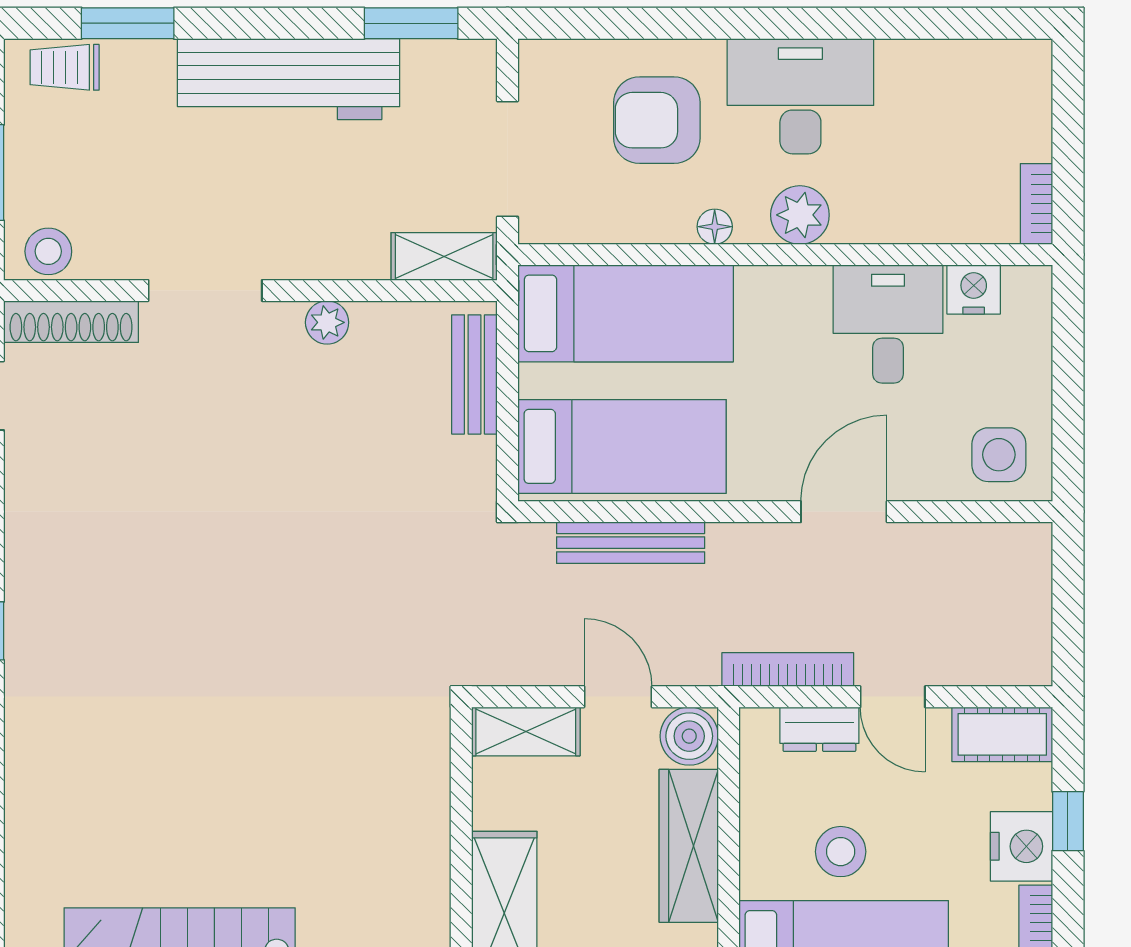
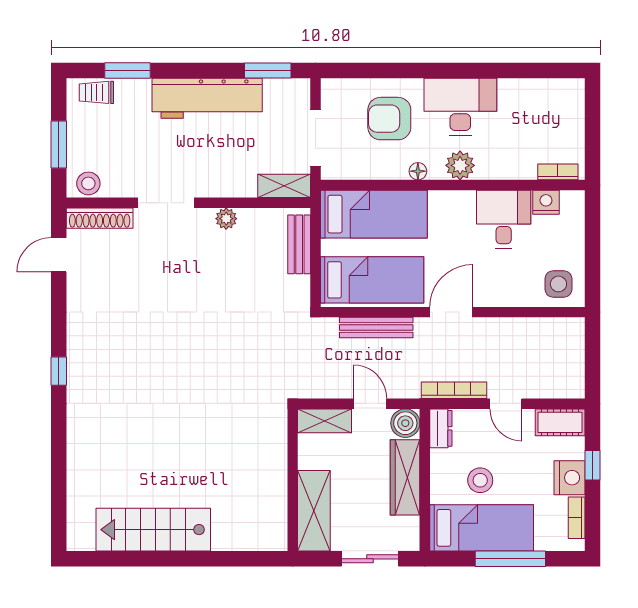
bookcase: (1036, 204) -> (558, 172), moved, turned 90
door: (844, 512) -> (451, 312), moved
dresser: (819, 729) -> (441, 428), moved, turned -90

